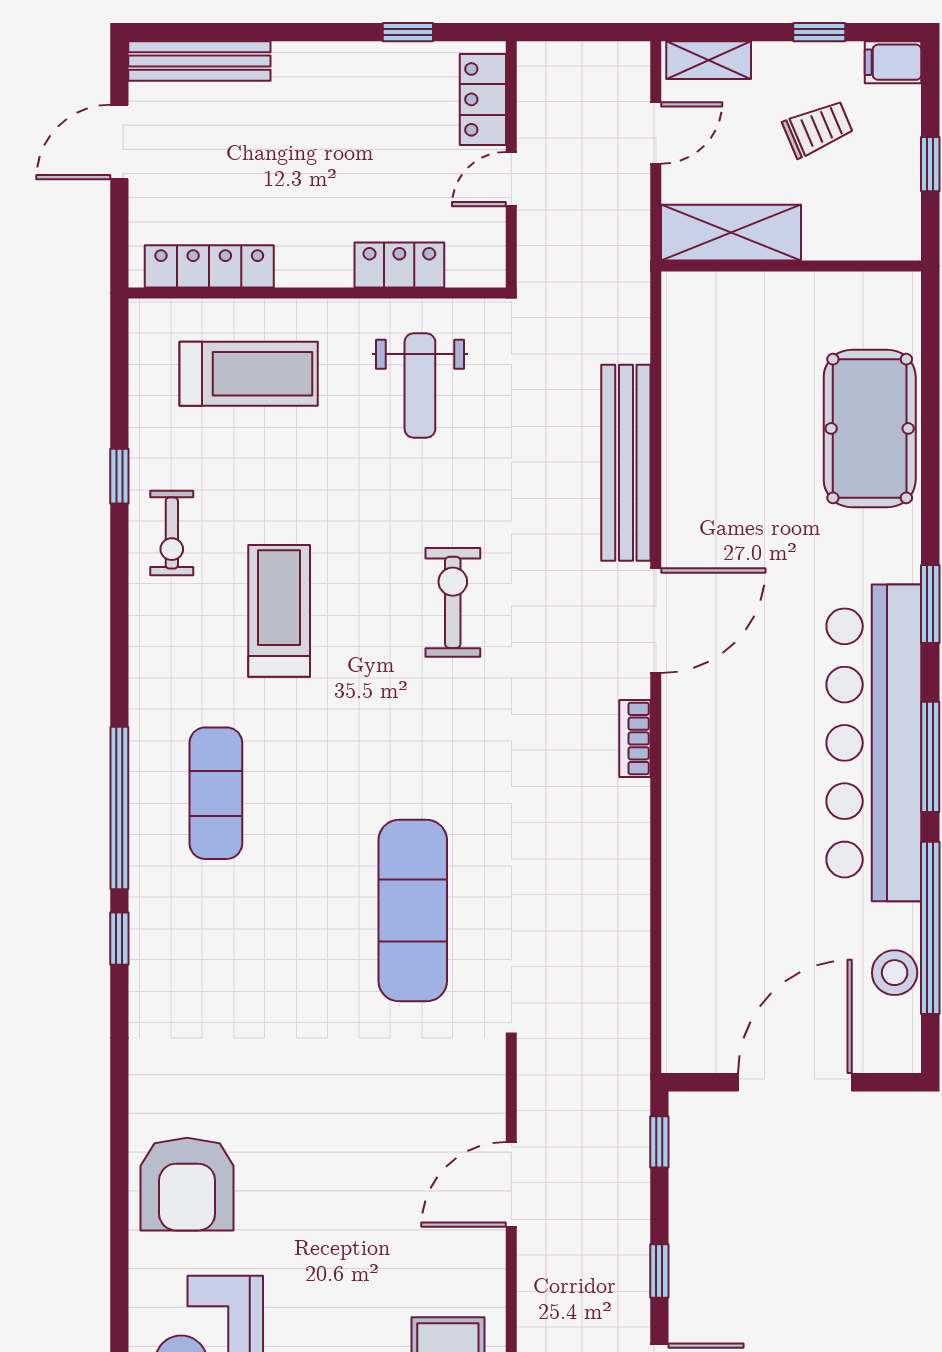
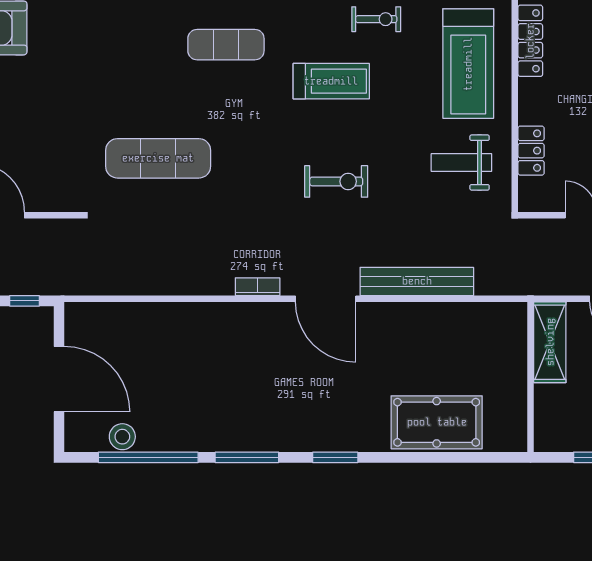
treadmill: (249, 374) -> (468, 64), width x1.37, depth x1.38
exercise bike: (172, 533) -> (376, 19), turned 180
bar counter: (874, 743) -> (255, 425), removed

